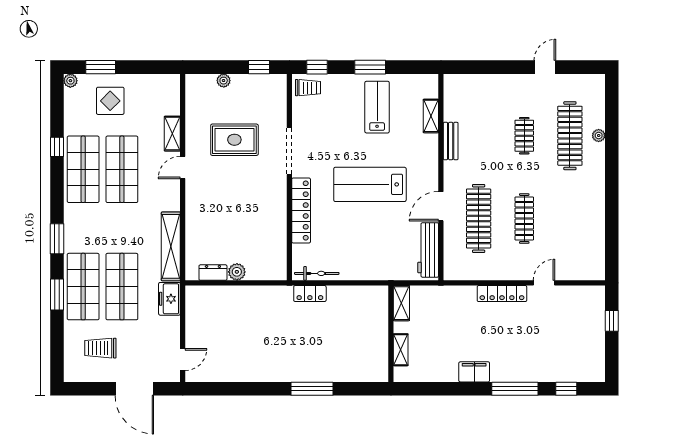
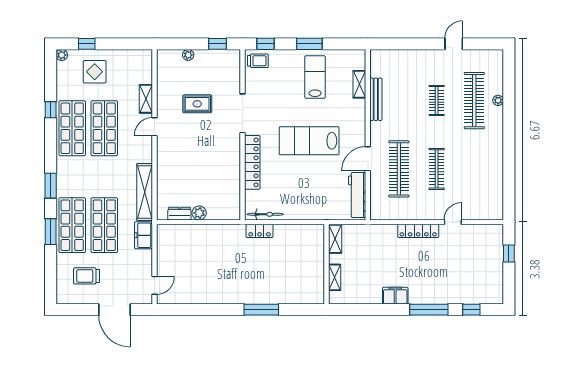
window: (101, 67) -> (87, 44), width x0.67
rug: (234, 140) -> (197, 104), width x0.73, depth x0.70
bench: (451, 141) -> (376, 99), width x1.36

